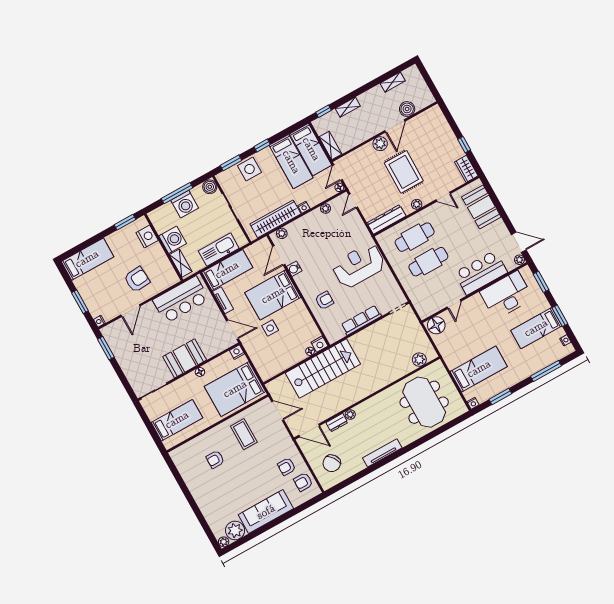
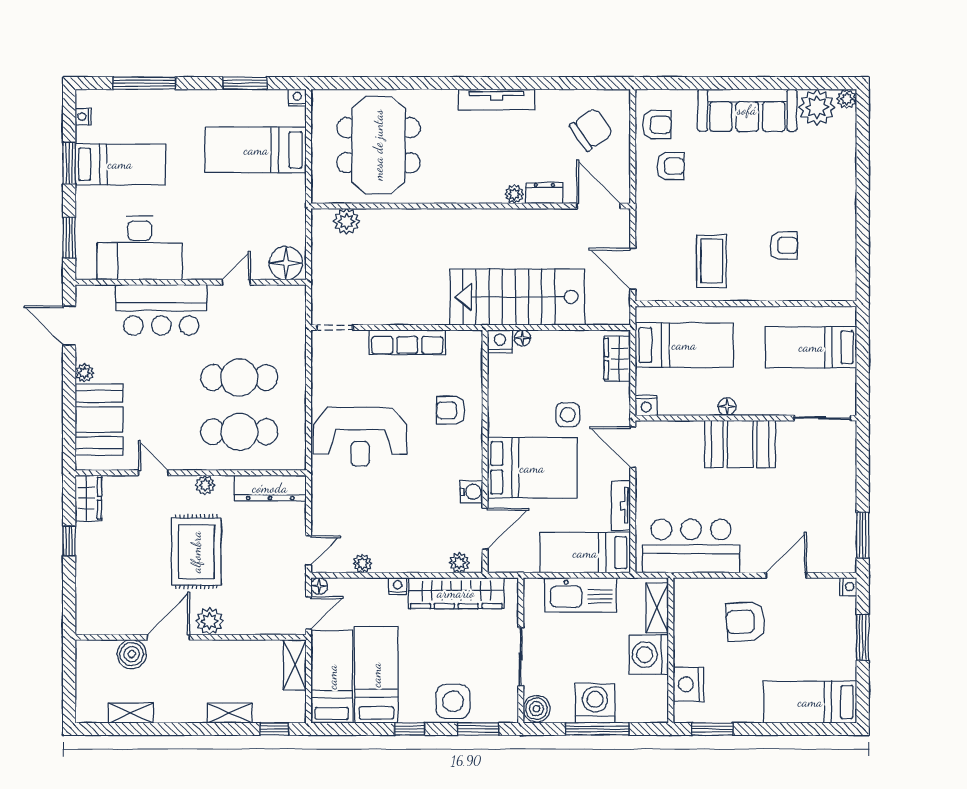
plant: (519, 260) -> (84, 373), moved
wardrobe: (262, 366) -> (617, 359), added
bed: (235, 389) -> (684, 345), width x0.67

